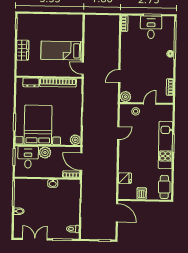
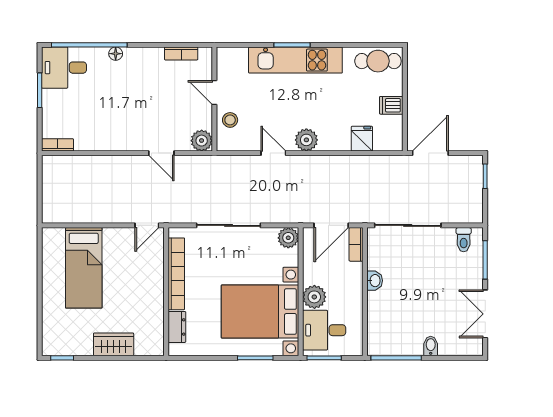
desk: (151, 27) -> (64, 68), moved
bed: (62, 51) -> (84, 268), moved
plant: (125, 150) -> (306, 140), added

